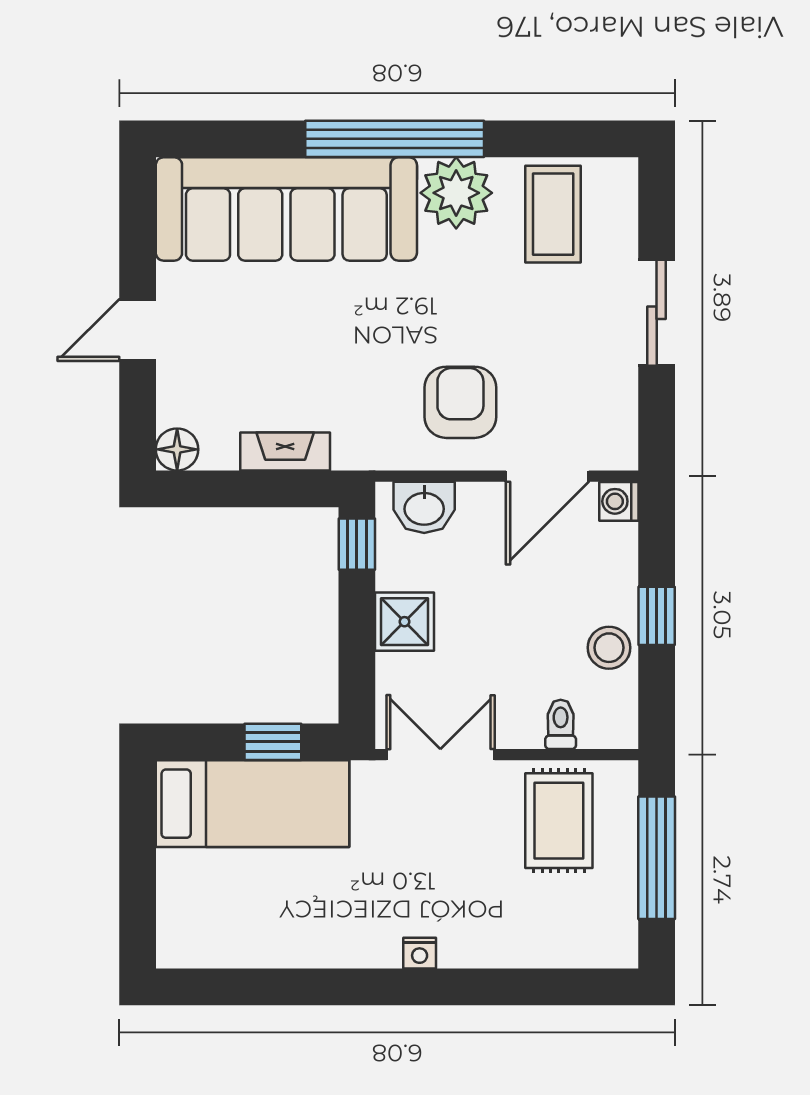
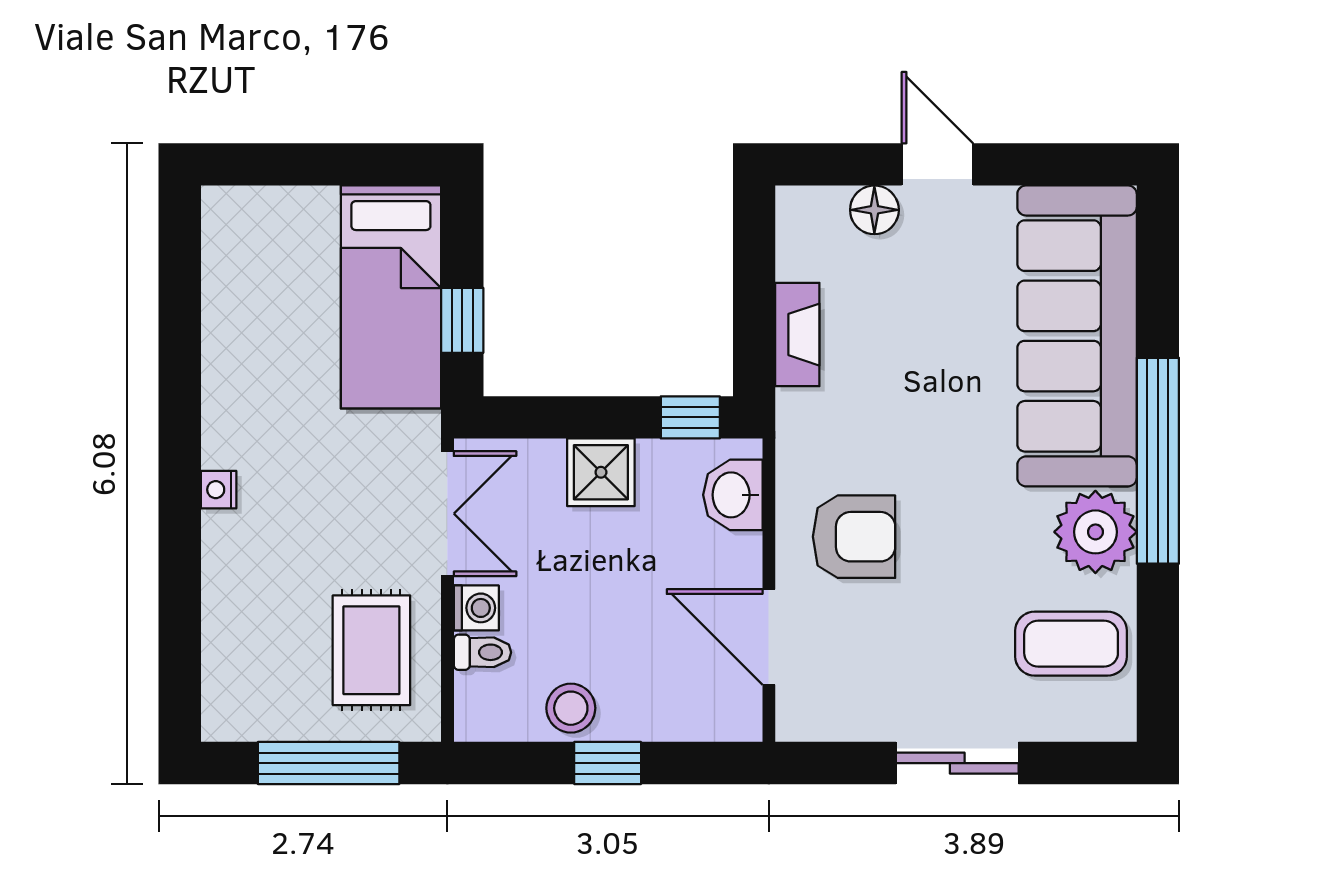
floor lamp: (177, 449) -> (874, 210), moved
washing machine: (619, 501) -> (476, 608), moved, turned 90
rug: (559, 821) -> (371, 650), turned 90

